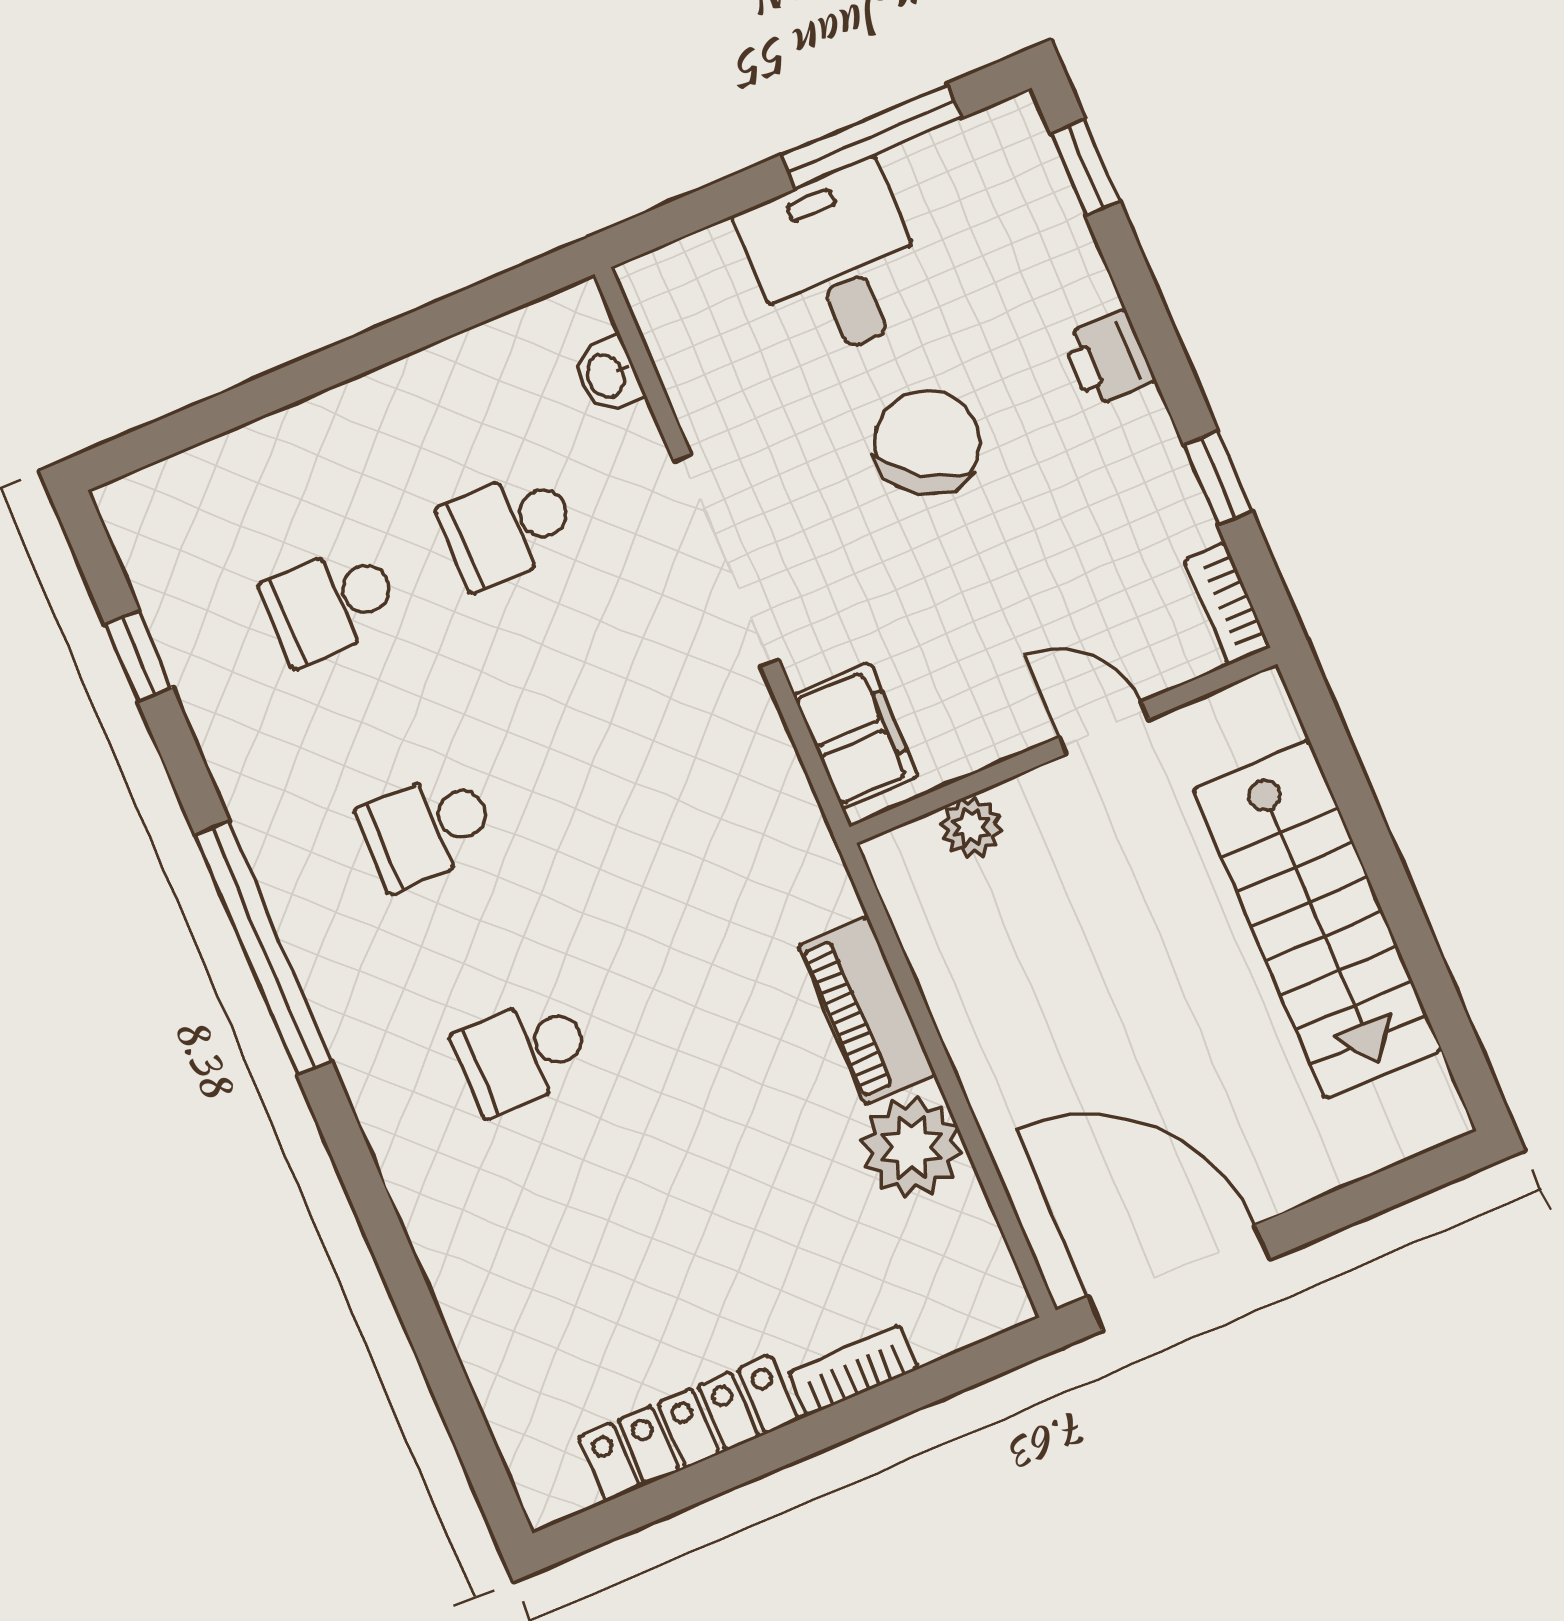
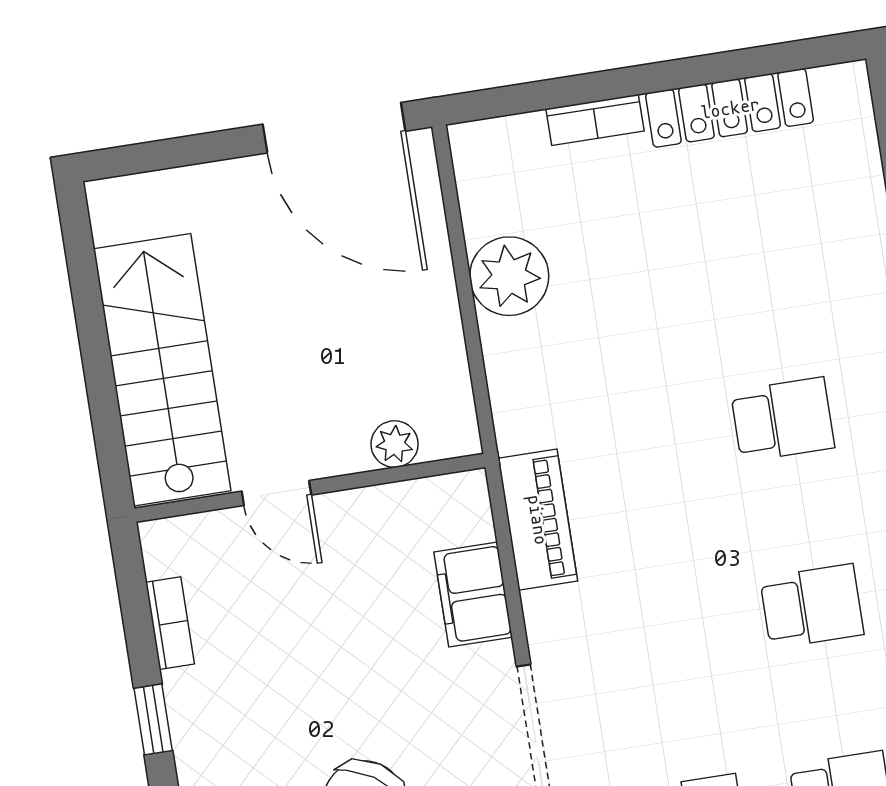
door: (1104, 728) -> (276, 493), moved
wall: (1063, 745) -> (310, 488), moved
plant: (971, 827) -> (395, 444), moved
piano: (867, 1010) -> (538, 520), moved

